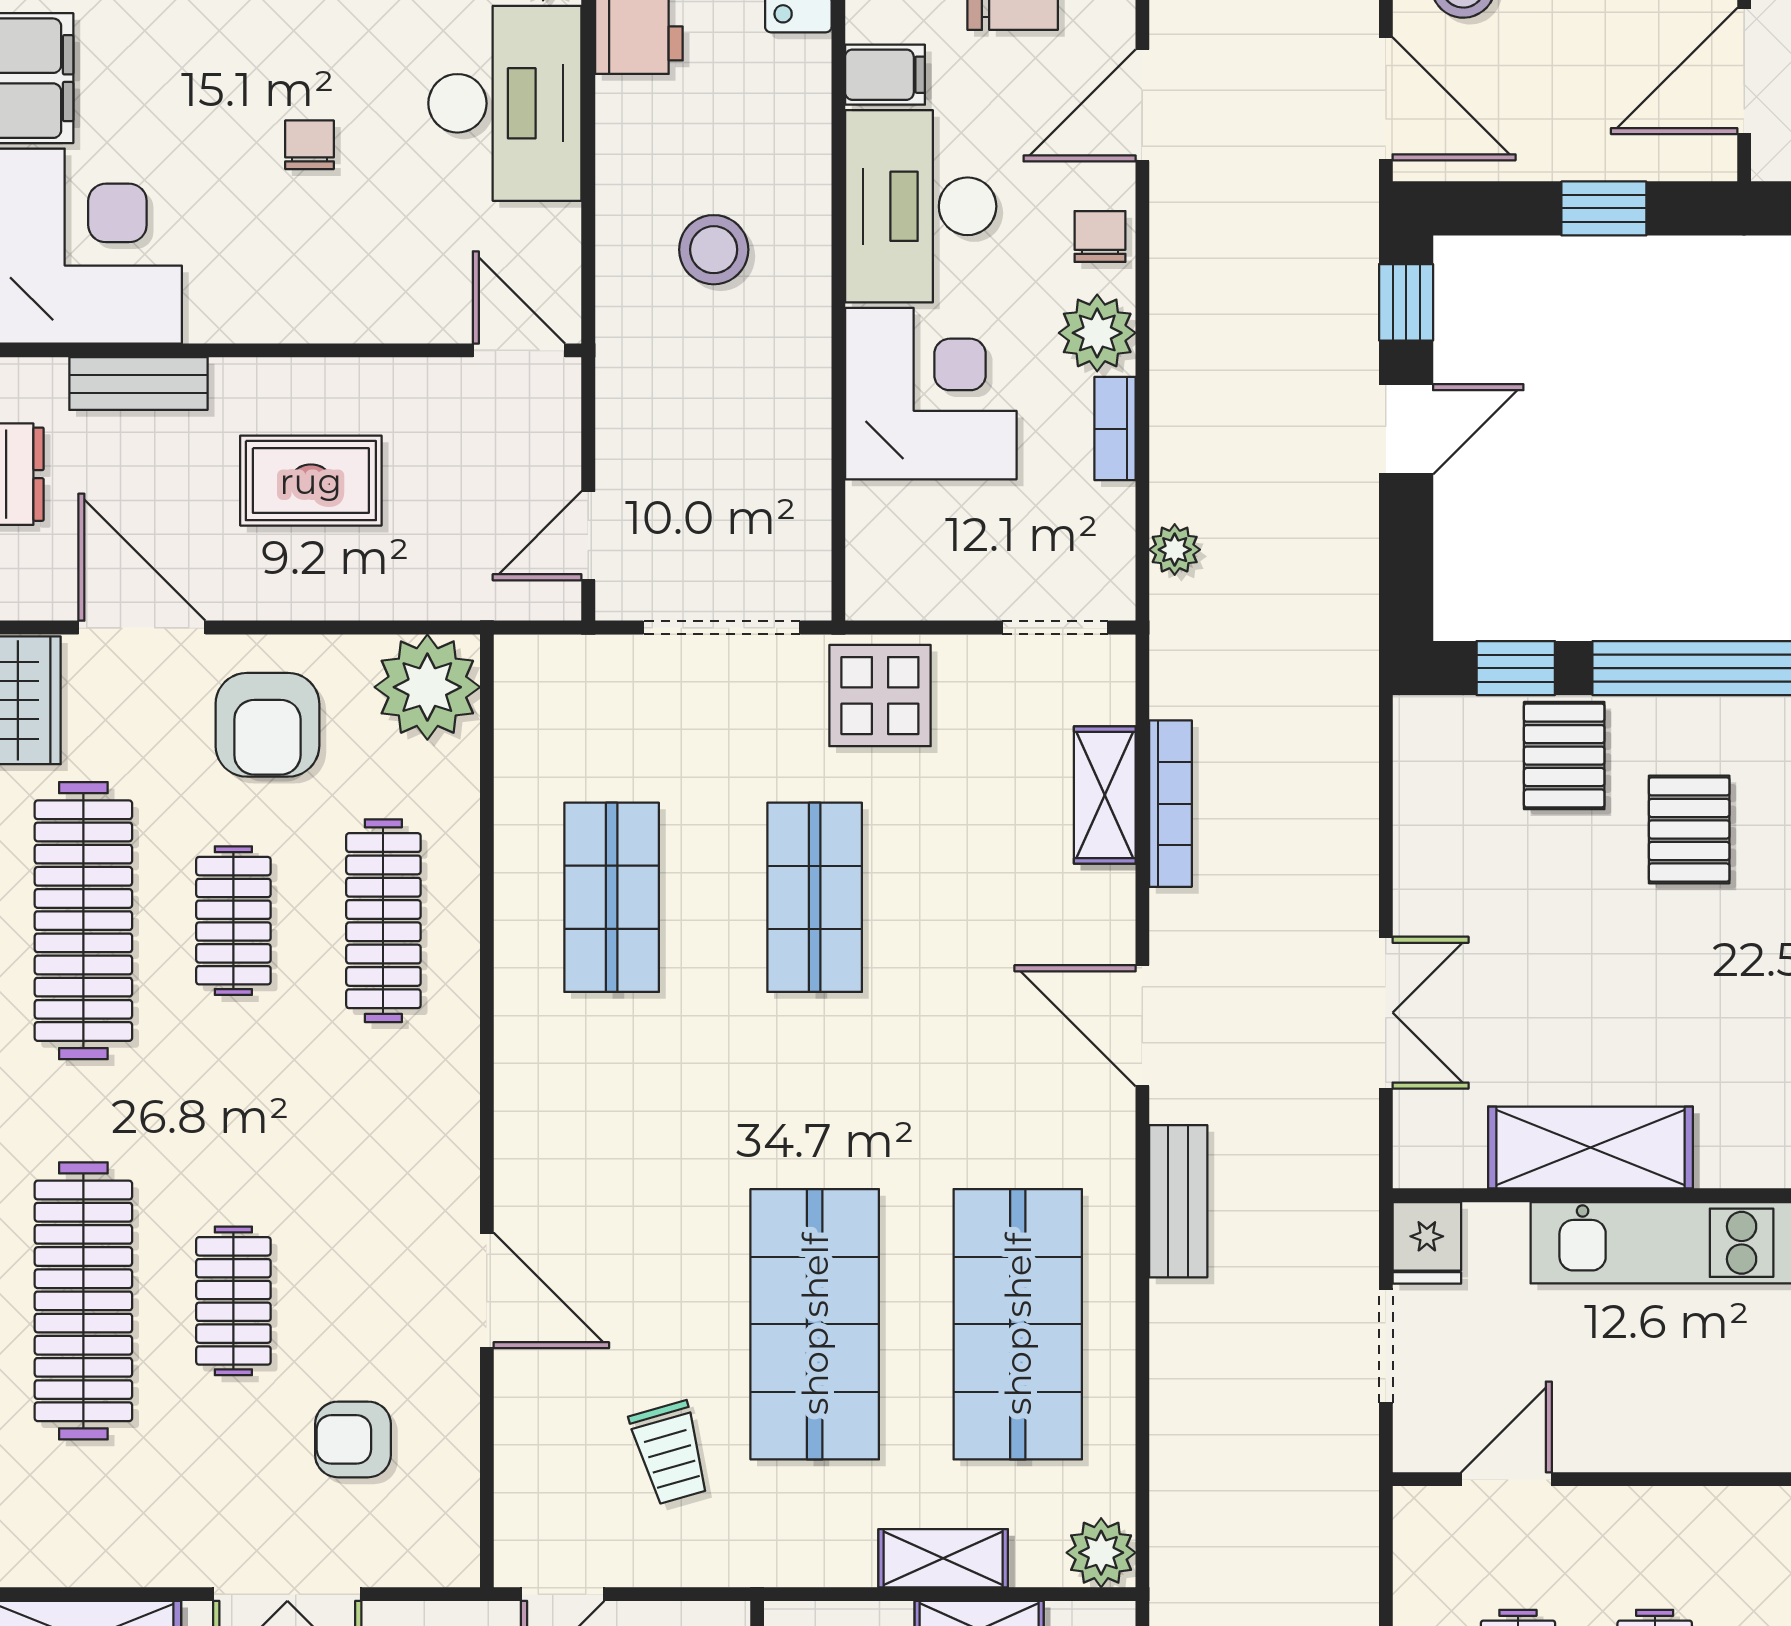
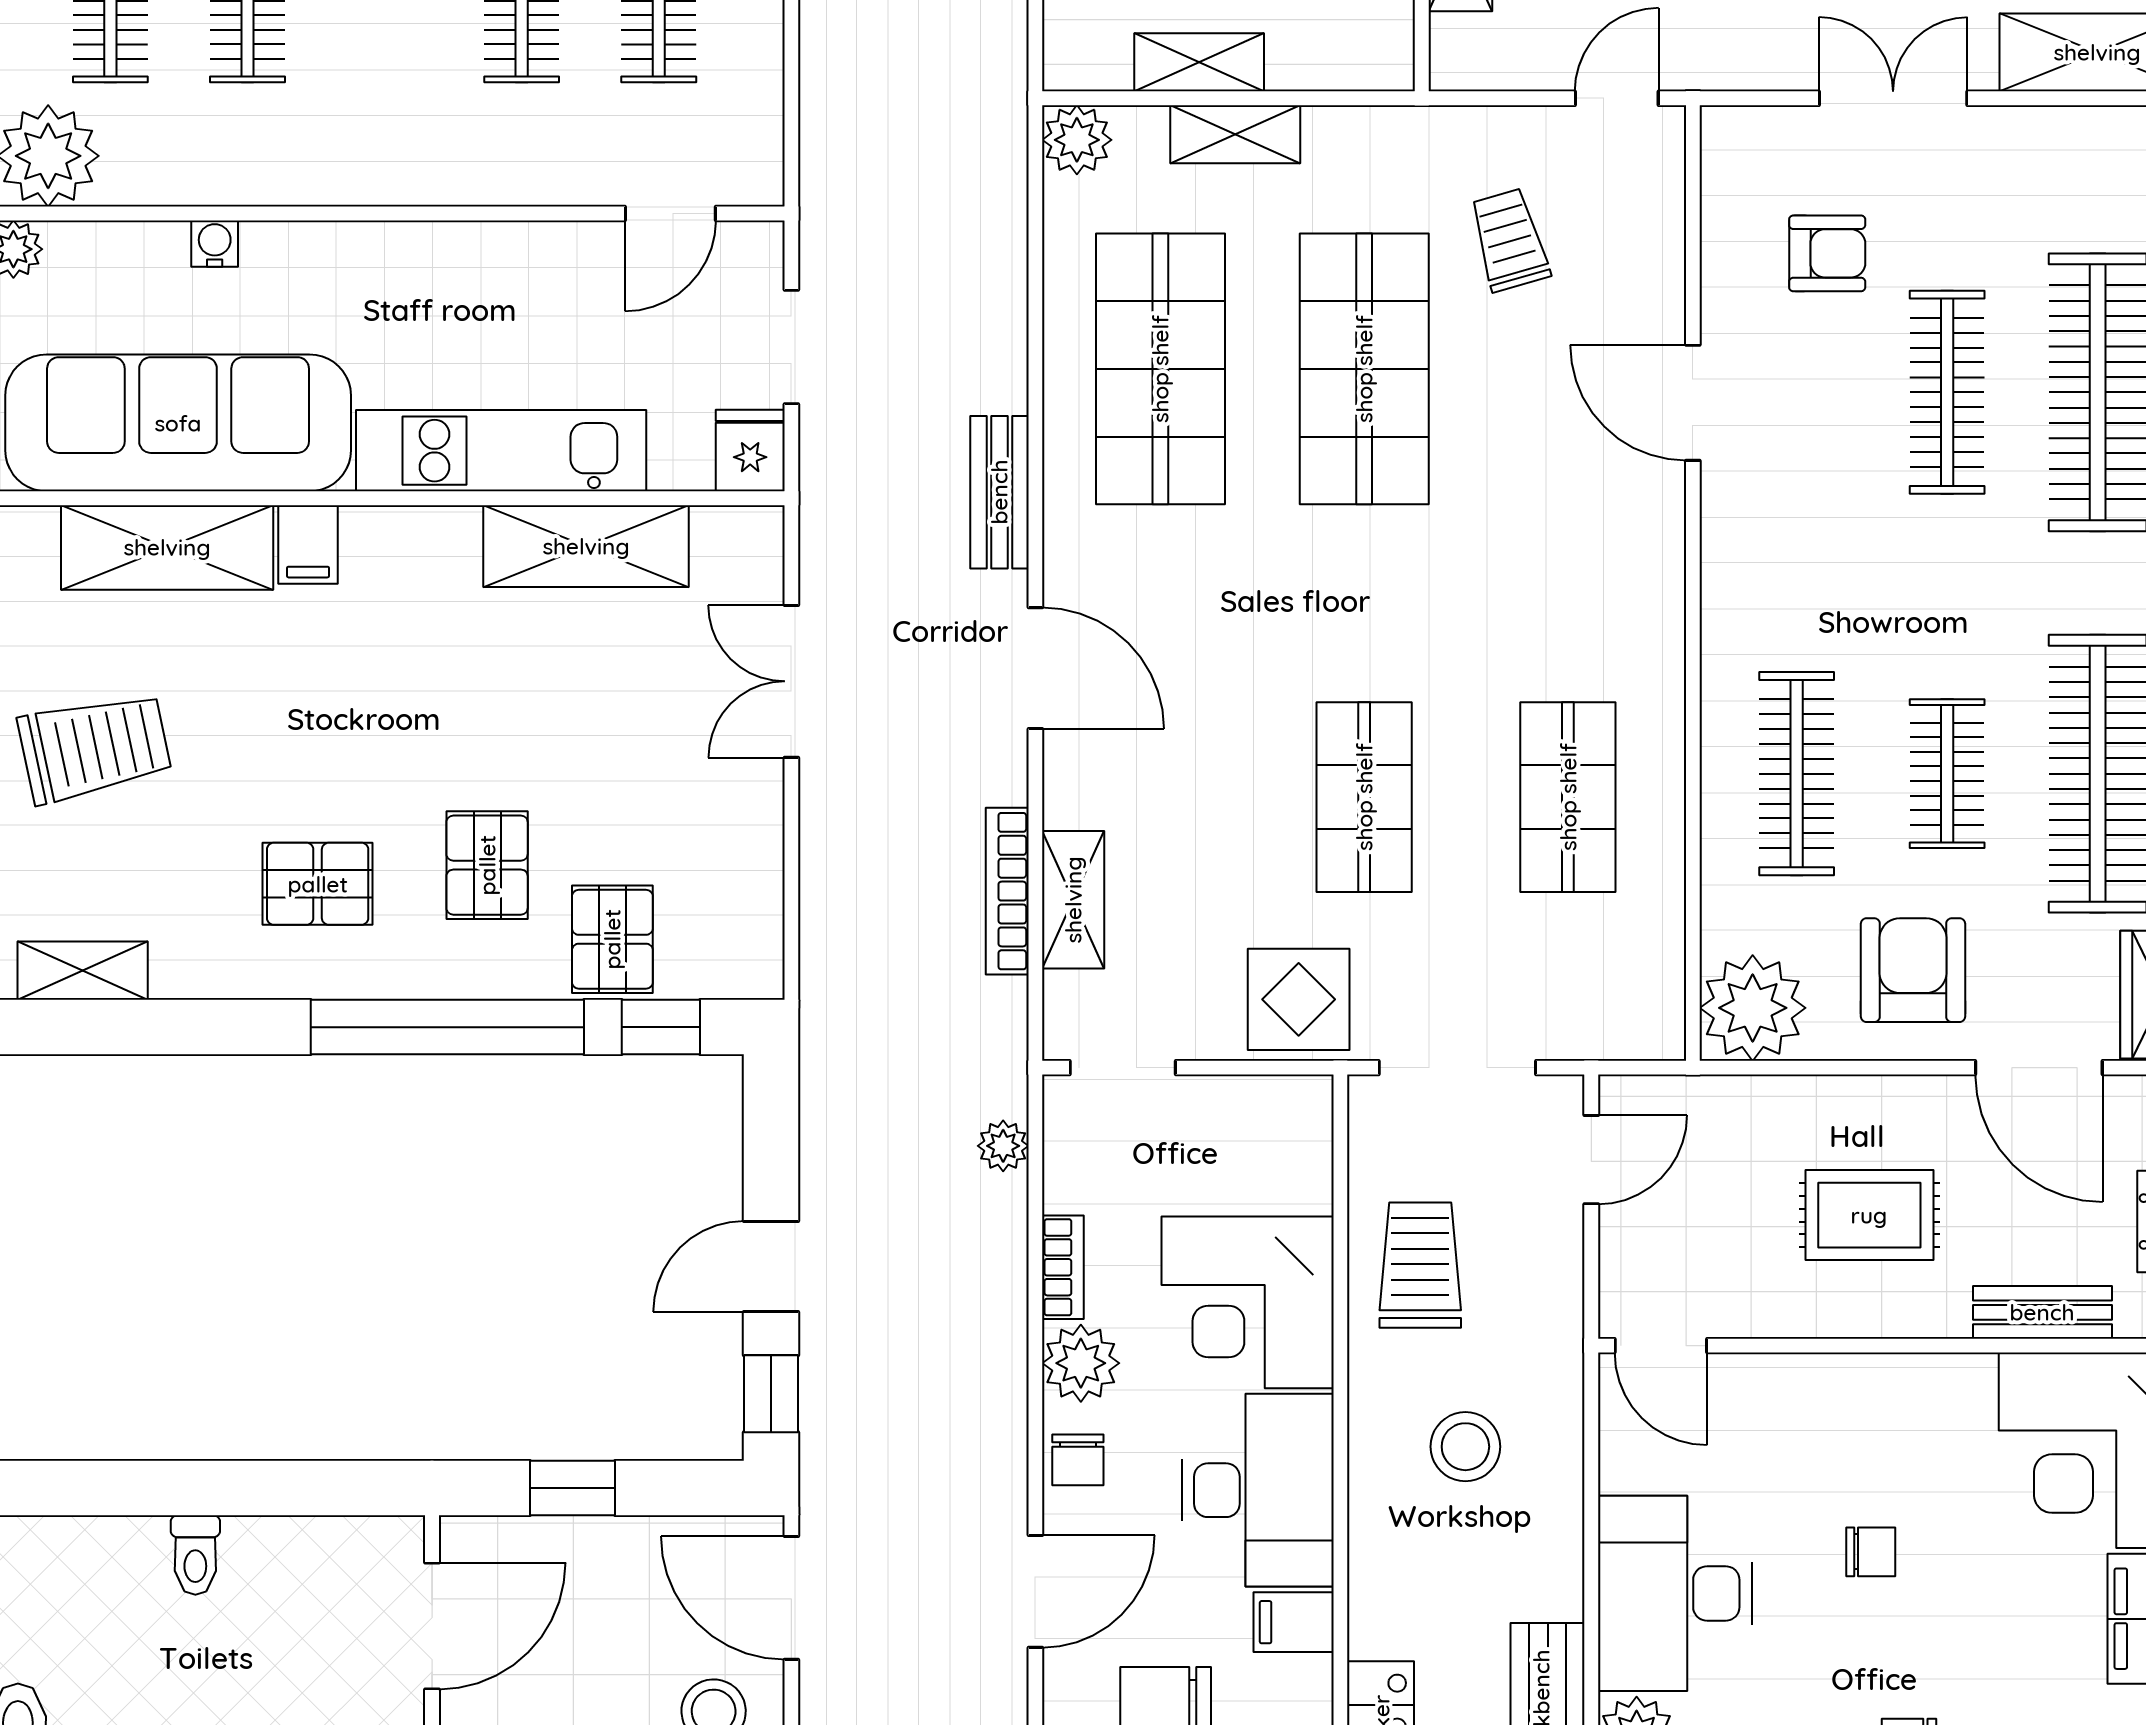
chair: (309, 145) -> (1871, 1552), turned -90
trolley: (759, 431) -> (1420, 1265), added
clothes rail: (233, 1301) -> (1947, 392), width x1.36

